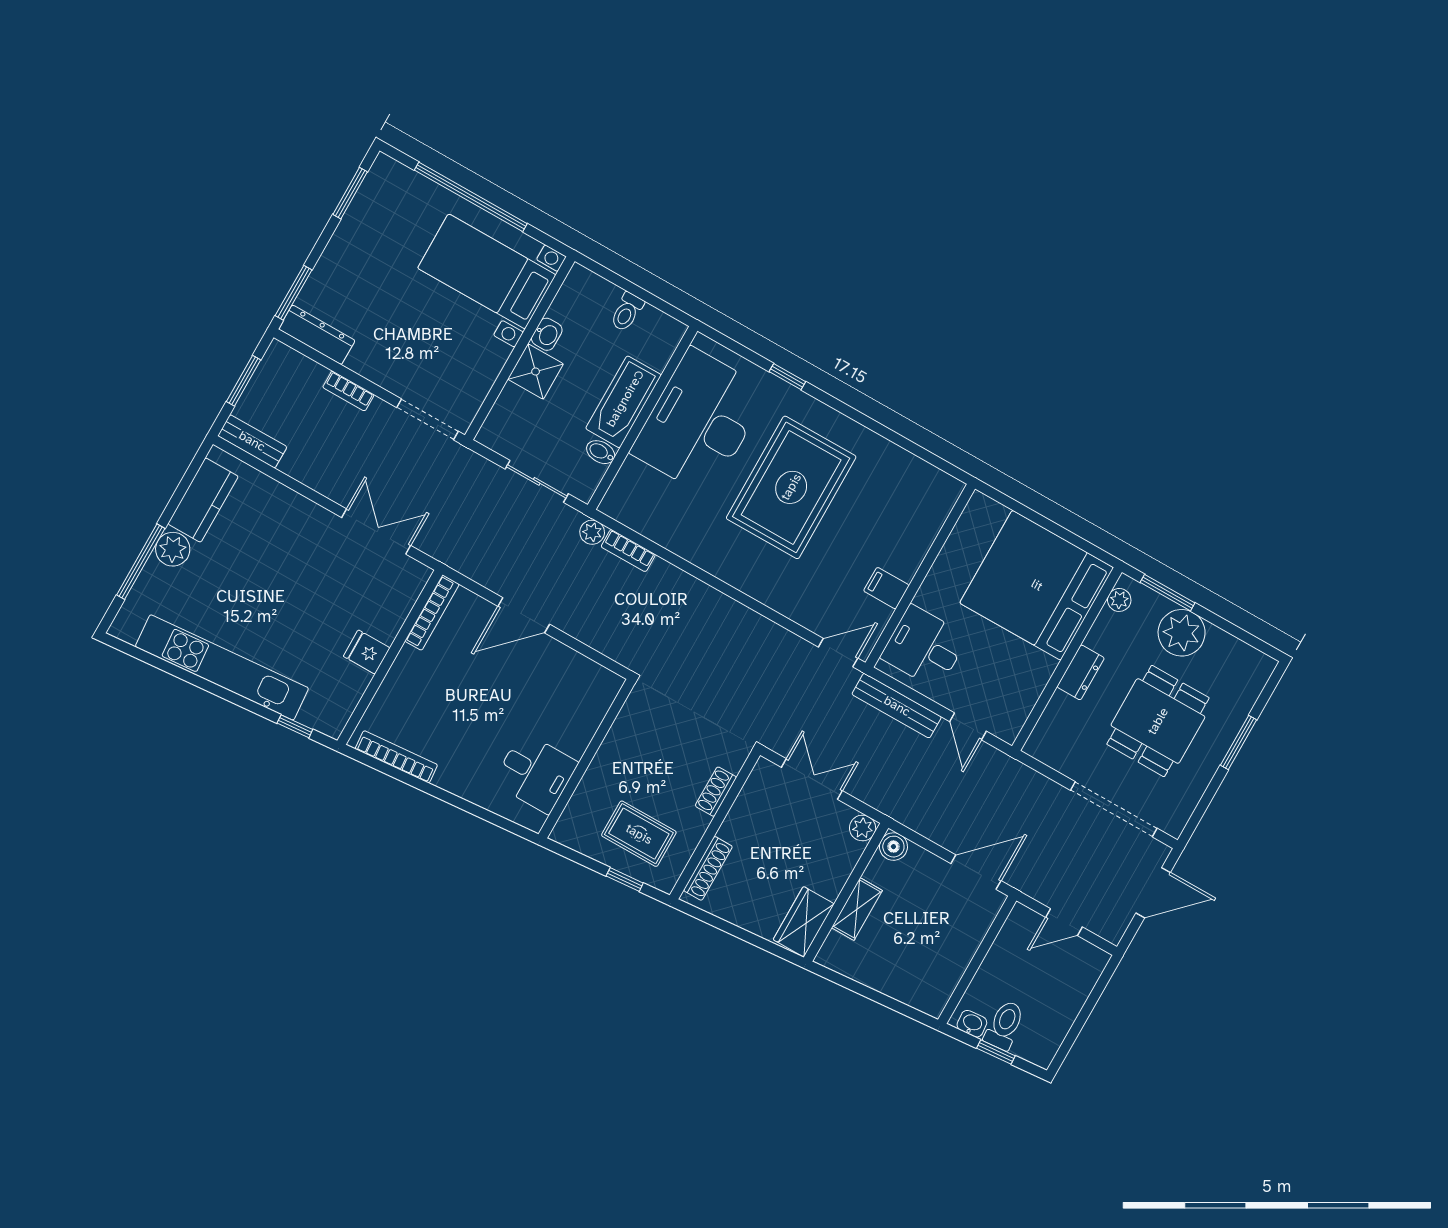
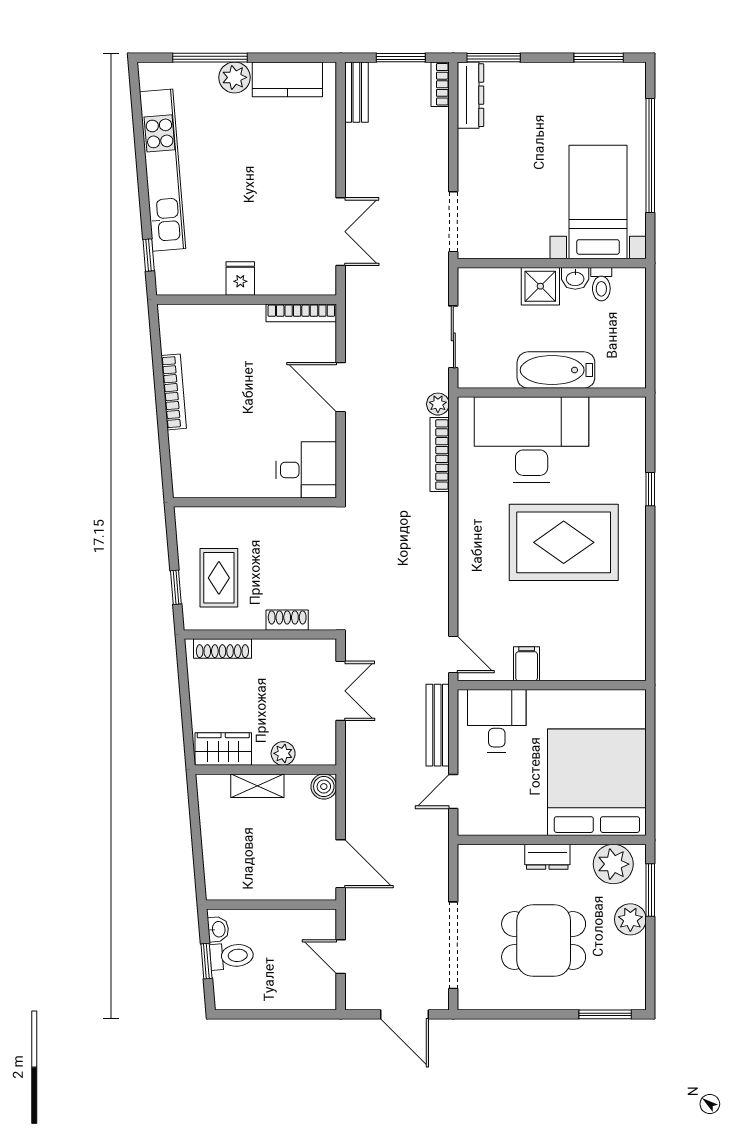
toilet: (627, 312) -> (601, 284), moved, turned -90
bookcase: (348, 391) -> (440, 84), moved
desk: (699, 422) -> (532, 440), moved
bidet: (601, 452) -> (506, 375), removed
bookcase: (628, 551) -> (440, 454), width x1.56
plant: (1119, 600) -> (613, 864), width x1.88, depth x1.88
plant: (1182, 633) -> (630, 919), width x0.73, depth x0.73
window: (1239, 743) -> (605, 1014), moved
bookcase: (396, 757) -> (174, 392), moved
desk: (535, 773) -> (306, 470), moved, turned -90
plant: (863, 828) -> (283, 753), moved

